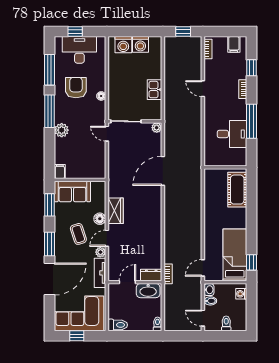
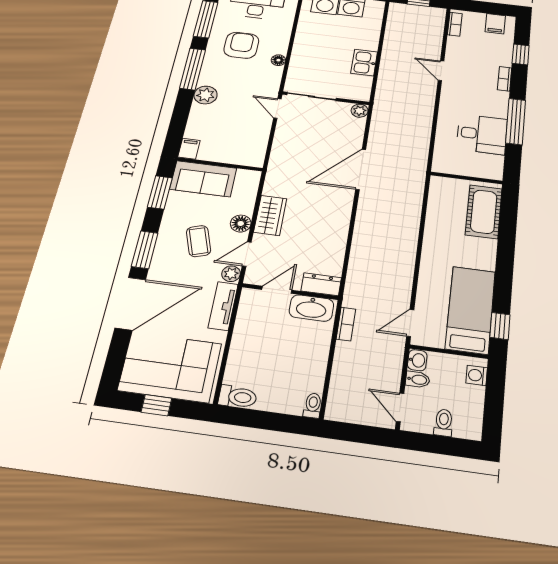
dresser: (151, 275) -> (321, 284), moved
door: (127, 282) -> (277, 290), moved
wall: (135, 282) -> (290, 292), moved
washbasin: (148, 291) -> (311, 308), moved

